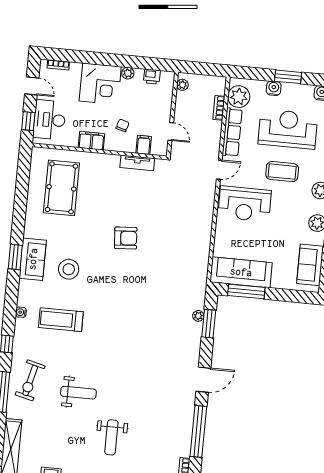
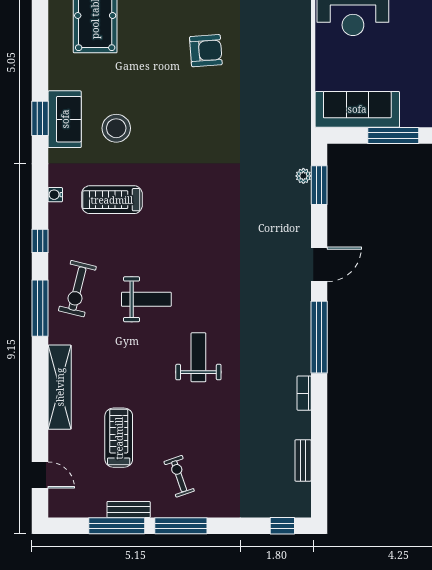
armchair: (126, 238) -> (206, 51), moved
window: (246, 291) -> (393, 135), moved
weight bench: (111, 437) -> (198, 357), turned 180

